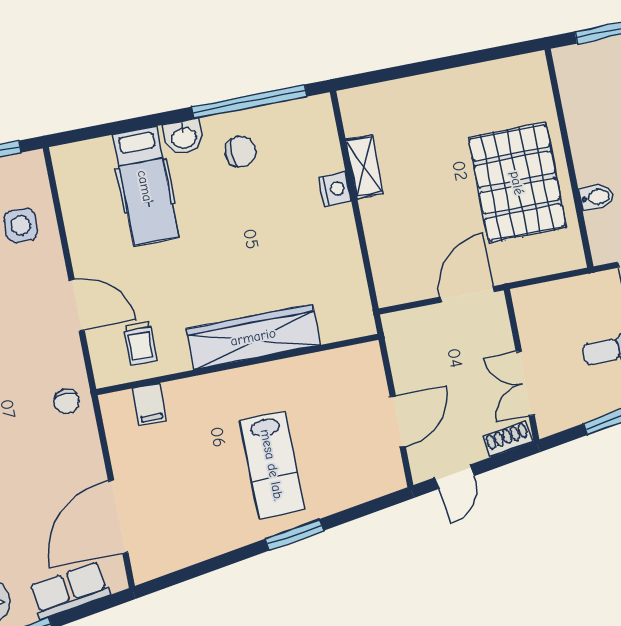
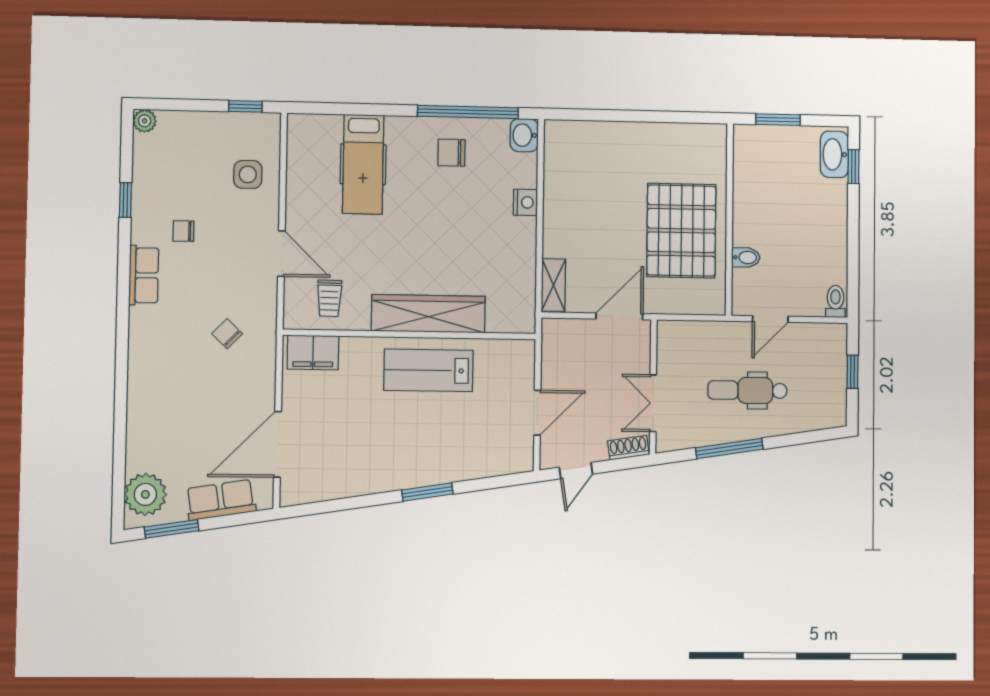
washbasin: (184, 137) -> (524, 135), moved, turned 90
chair: (241, 151) -> (451, 153), turned 180
shelving: (365, 167) -> (553, 285), moved
chair: (67, 401) -> (227, 334), moved, turned 134
filing cabinet: (149, 404) -> (313, 352), width x2.00
lab bench: (272, 465) -> (428, 370), moved, turned 90

